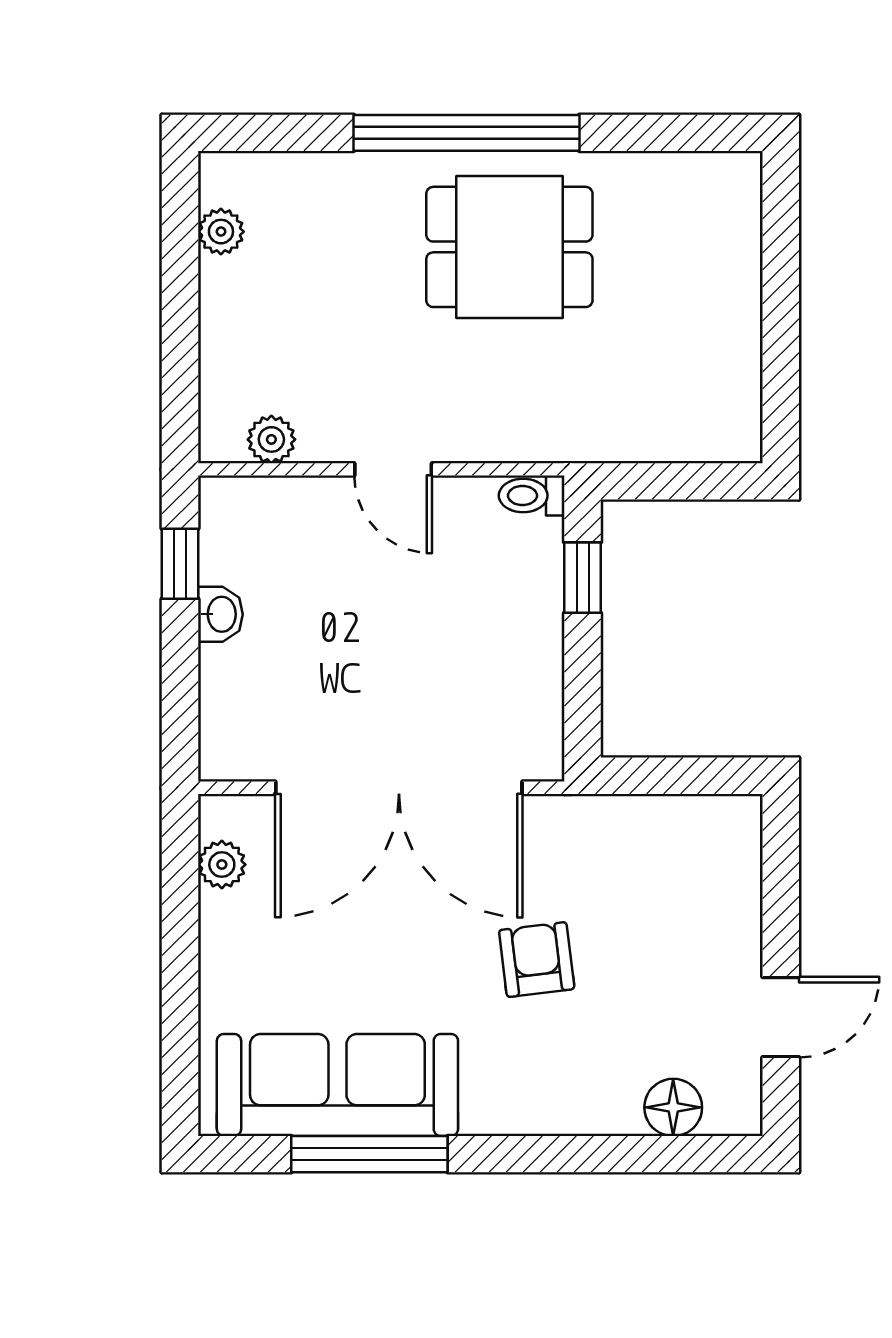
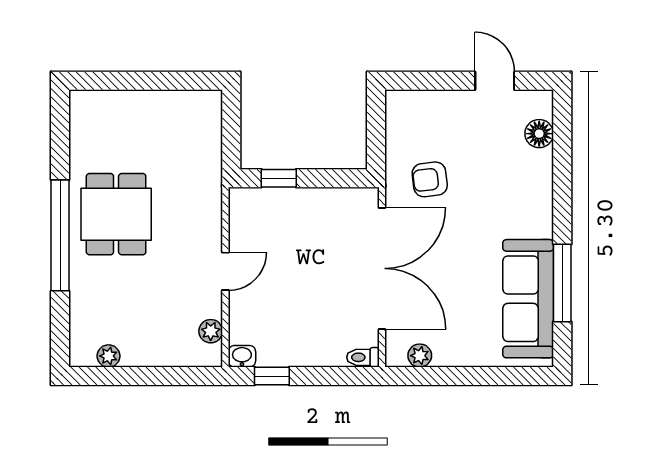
toilet: (532, 496) -> (363, 357), moved, turned 90
washbasin: (220, 614) -> (242, 356), moved
armchair: (537, 960) -> (430, 179), moved

